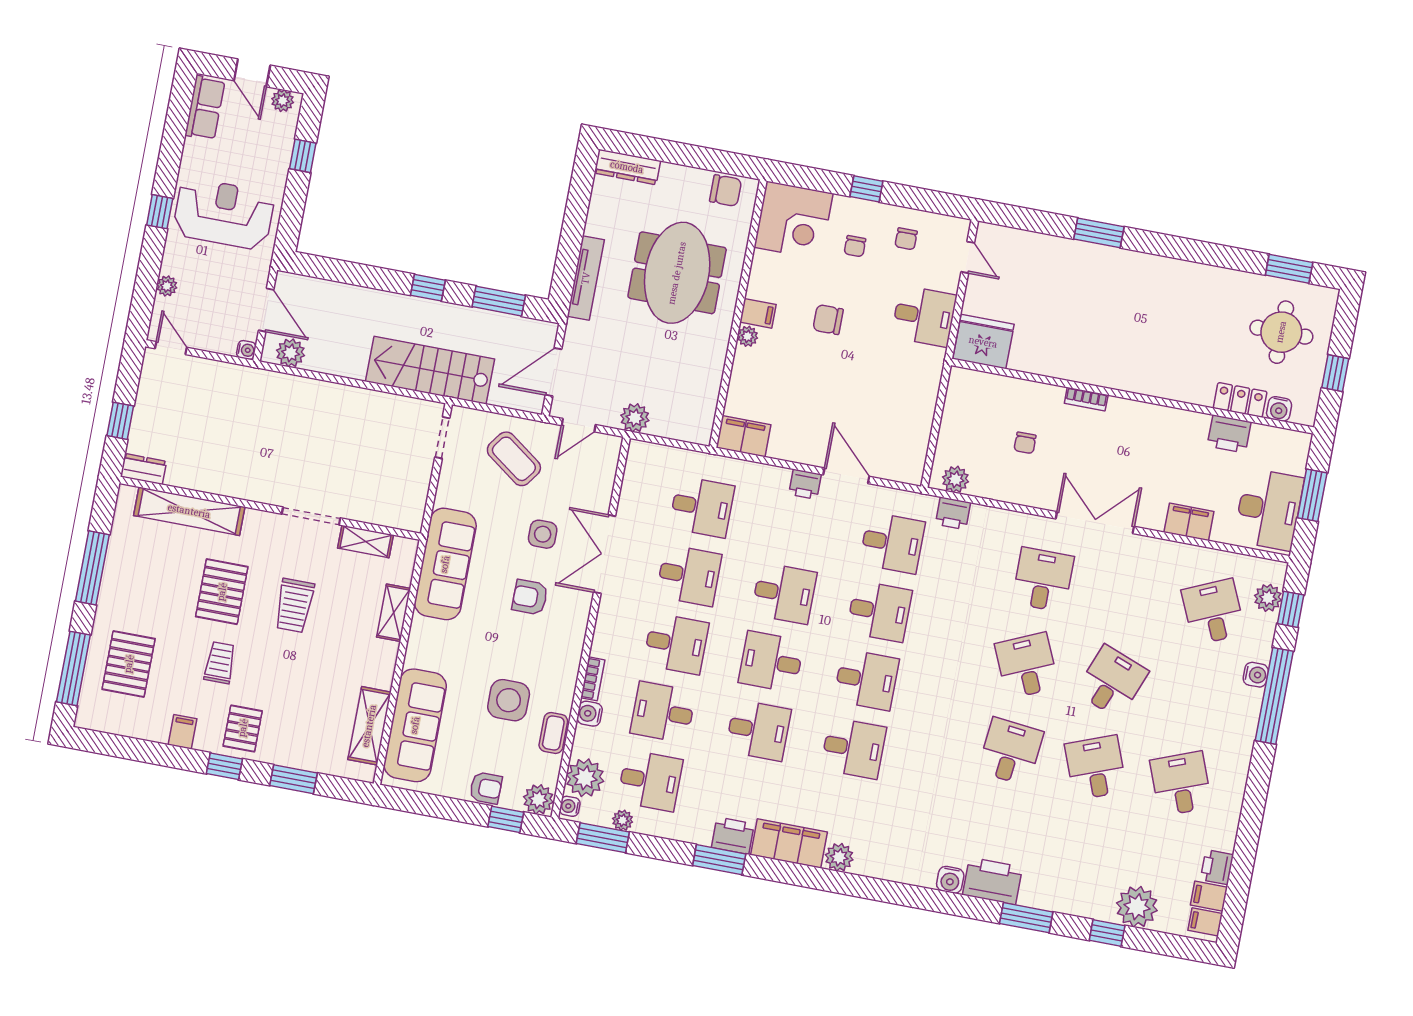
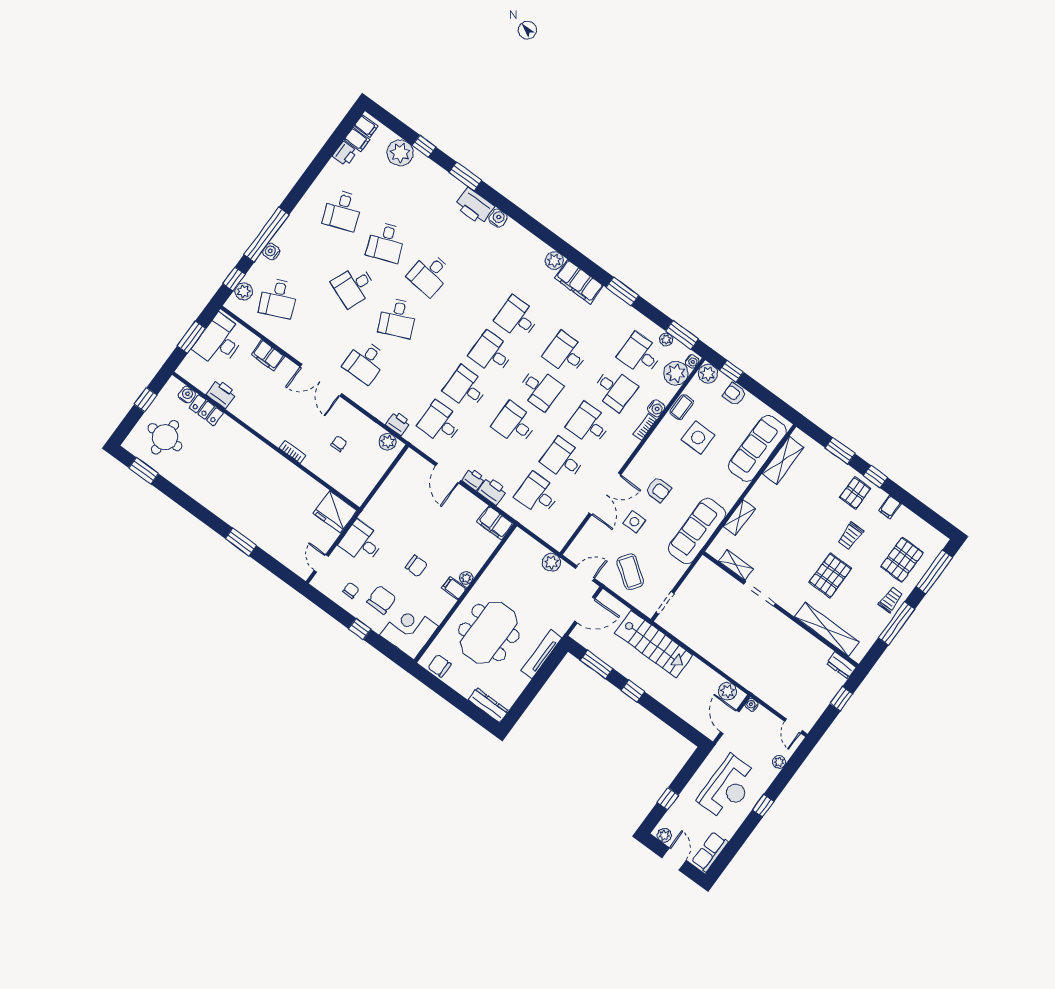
reception desk: (224, 214) -> (728, 787), turned -90
chair: (855, 246) -> (382, 600), width x1.87, depth x1.87
trolley: (294, 605) -> (890, 600), moved, width x0.73, depth x0.72
printer: (733, 836) -> (492, 491), moved, turned 180

